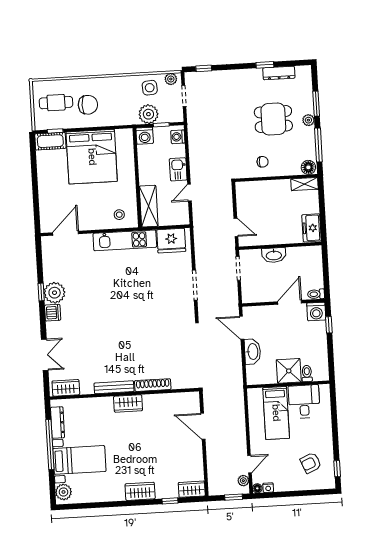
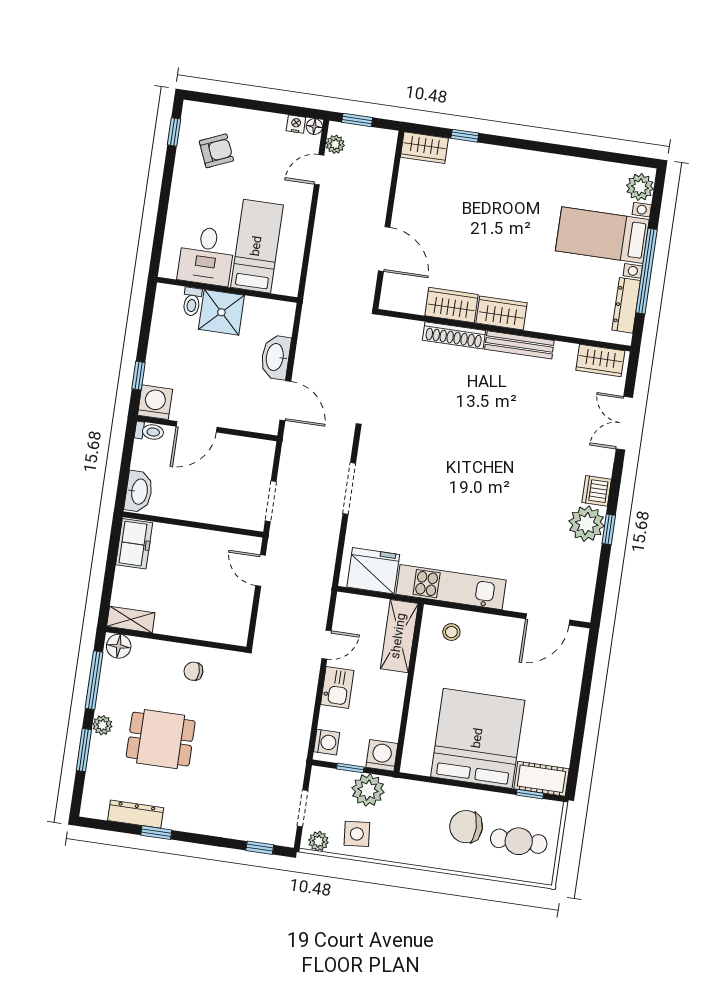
washbasin: (274, 255) -> (139, 492), moved, turned 90
wardrobe: (140, 491) -> (452, 305), moved, turned 180

